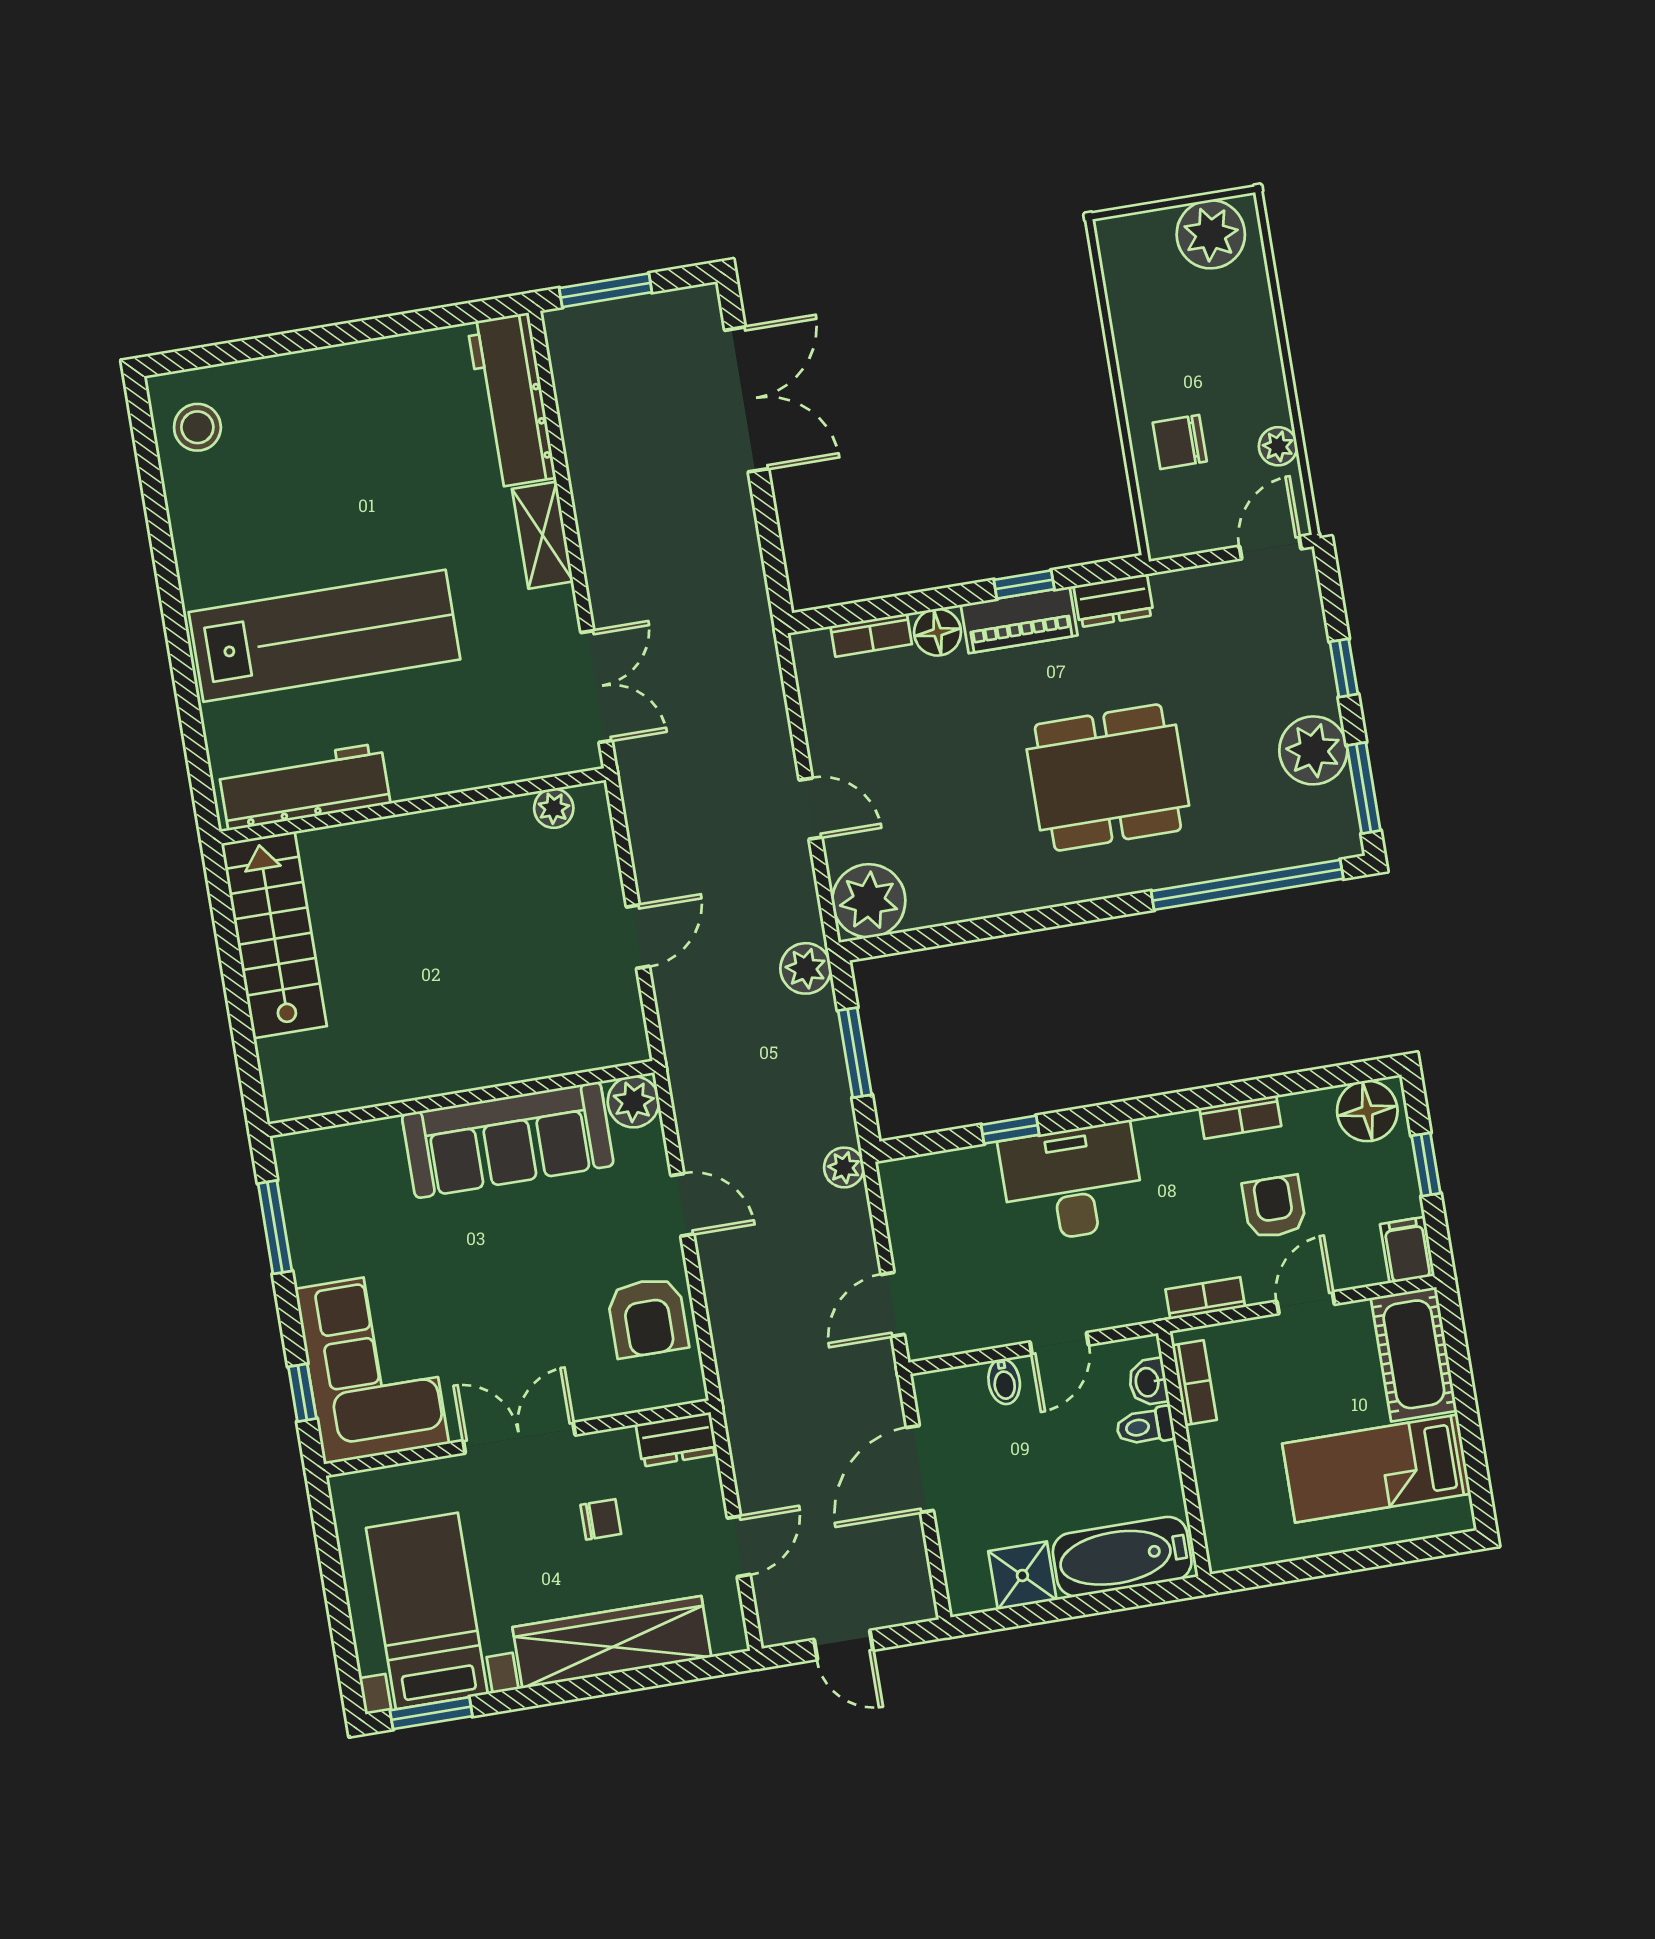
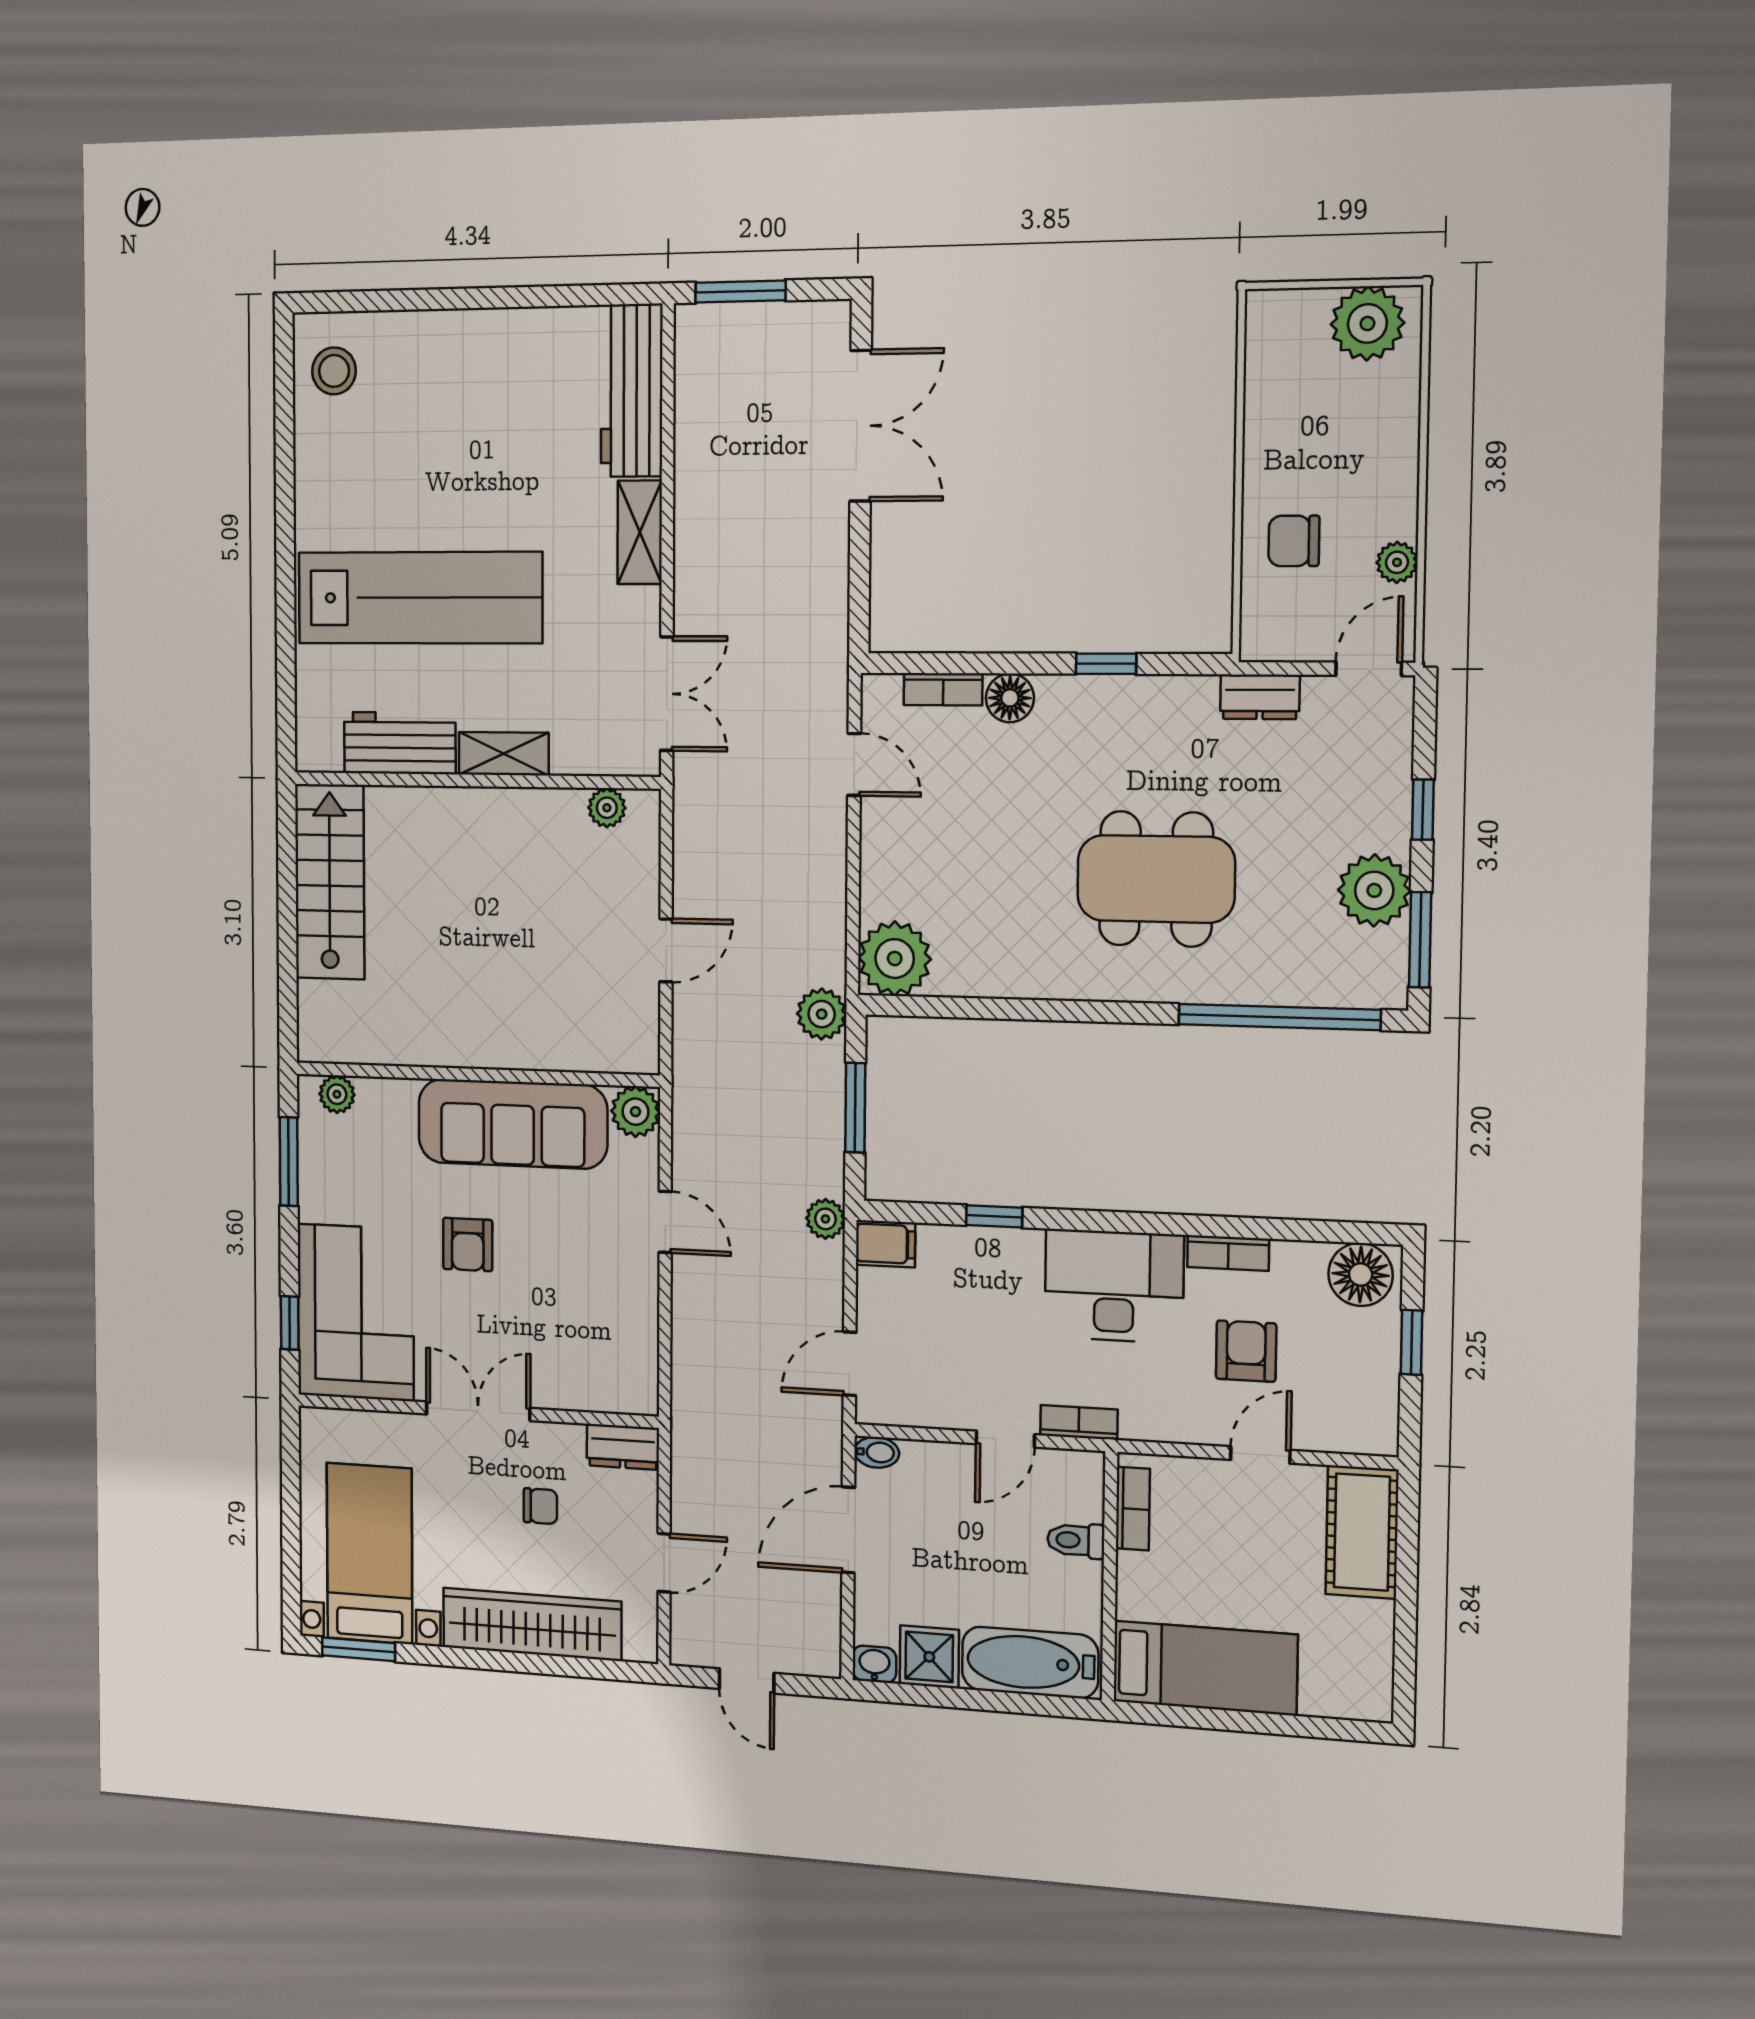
dresser: (1114, 601) -> (1260, 697), moved
piano: (1019, 620) -> (1095, 700), removed
shelving: (438, 774) -> (504, 754), added
workbench: (304, 787) -> (400, 743), width x0.73
door: (811, 809) -> (854, 764), moved
plant: (316, 1148) -> (337, 1094), added
desk: (1072, 1183) -> (1114, 1286), moved
filing cabinet: (1407, 1250) -> (885, 1244), moved, turned 90
bookcase: (1205, 1298) -> (1079, 1422), moved
armchair: (648, 1317) -> (468, 1245), moved, width x0.72, depth x0.72
bidet: (1004, 1382) -> (877, 1452), moved, turned -90
washbasin: (1148, 1382) -> (874, 1664), moved, turned 90
bed: (1376, 1469) -> (1205, 1668), moved, turned 180

